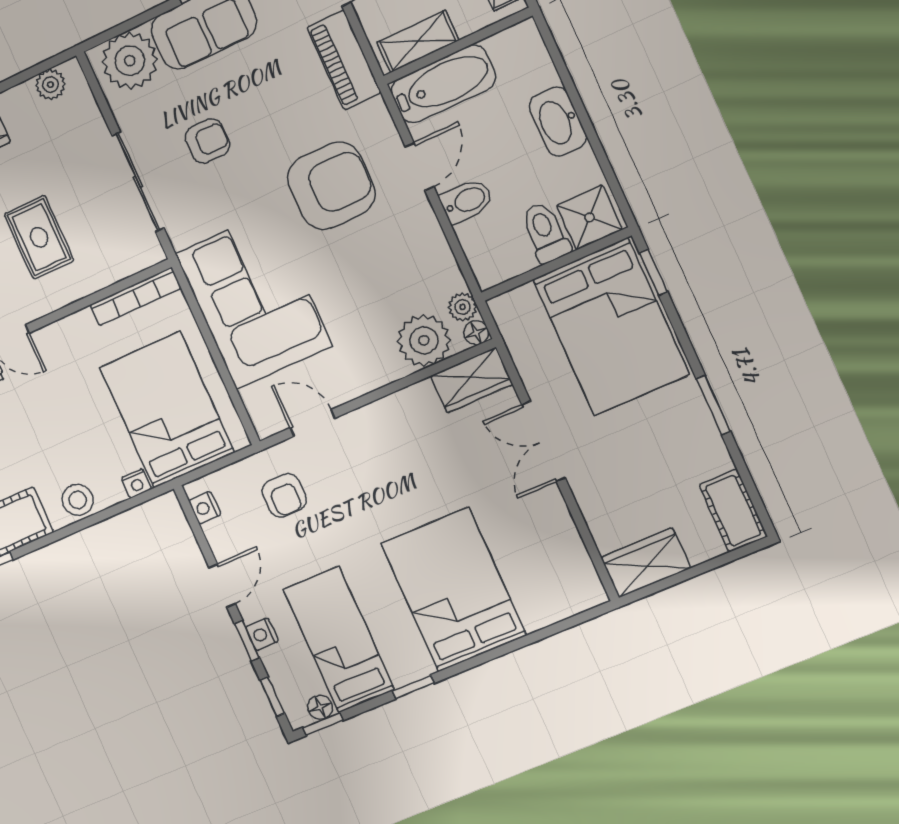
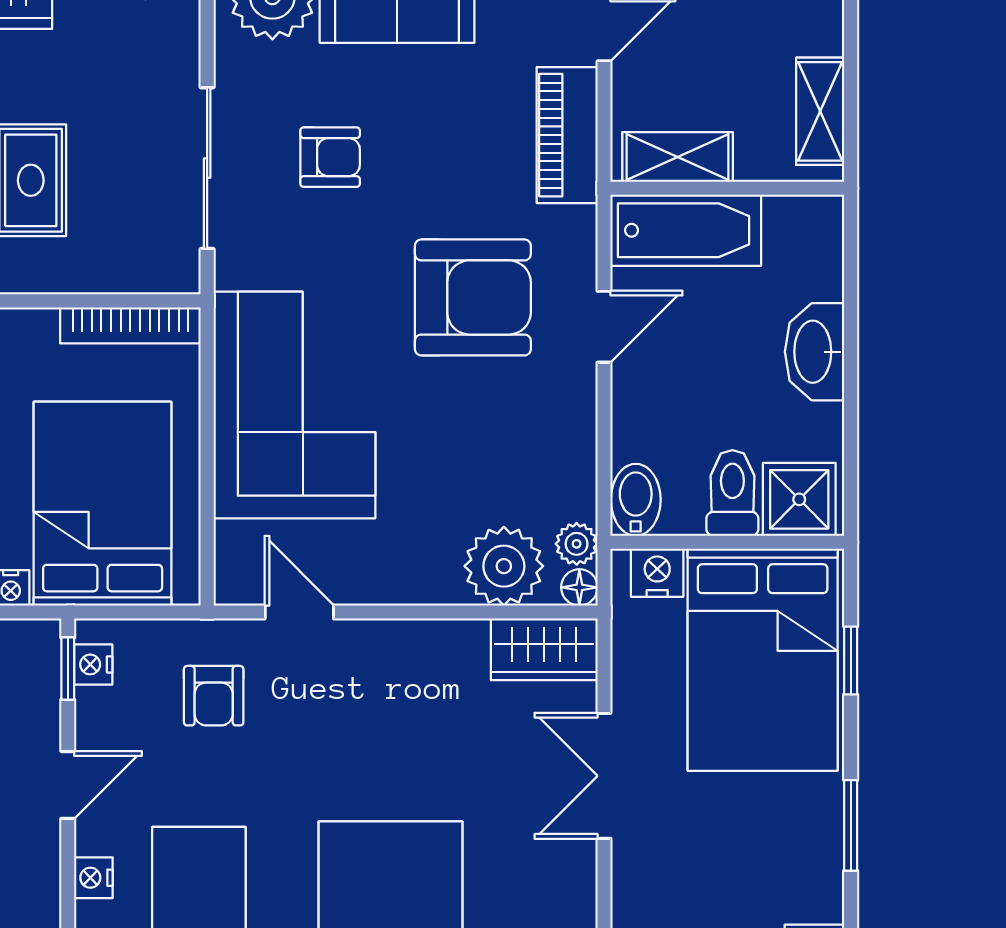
bidet: (467, 201) -> (636, 500), moved, turned -90
window: (653, 272) -> (851, 660), moved
nightstand: (520, 302) -> (657, 573), added
window: (247, 641) -> (68, 669), moved

